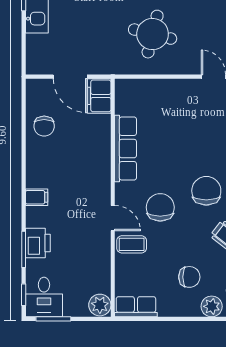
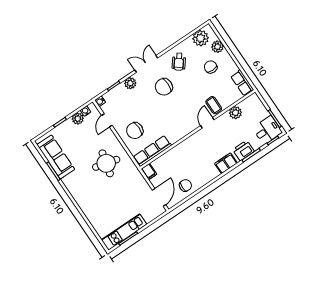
door: (70, 77) -> (159, 197), moved
filing cabinet: (99, 96) -> (149, 172), width x0.50
row of seats: (125, 149) -> (152, 151), moved
filing cabinet: (37, 197) -> (226, 163), width x2.00
chair: (160, 207) -> (135, 131), moved
plant: (100, 305) -> (235, 113), moved

